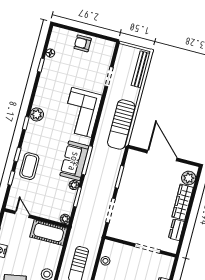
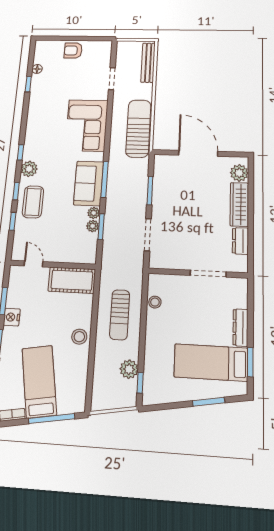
plant: (37, 114) -> (29, 169), moved
sun lounger: (121, 124) -> (138, 128), turned 180
plant: (65, 219) -> (93, 226), moved

